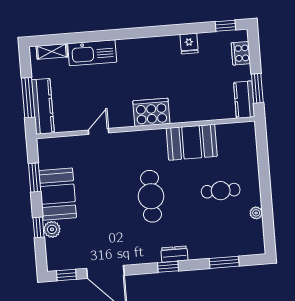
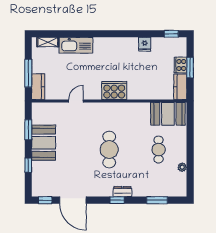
cooker: (241, 53) -> (181, 65), moved
window: (257, 88) -> (190, 68), moved
kitchen counter: (43, 106) -> (38, 87), width x0.67
booth: (192, 142) -> (168, 114), moved
cafe table: (221, 191) -> (159, 150), turned 90
plant: (52, 229) -> (38, 167), removed

